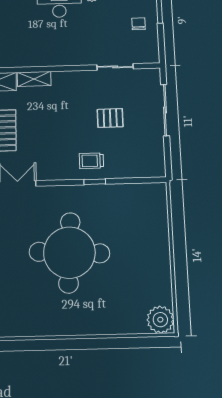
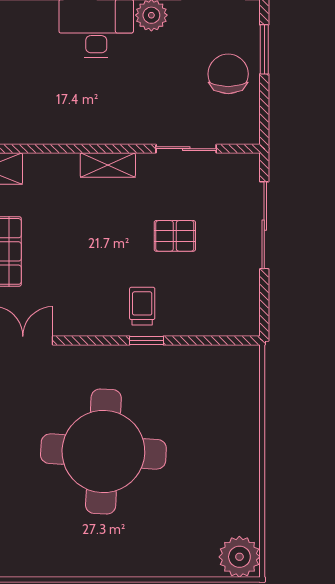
chair: (139, 24) -> (228, 74), width x1.87, depth x1.87
shelving: (34, 79) -> (108, 165), moved
trolley: (91, 161) -> (142, 306), turned 90

